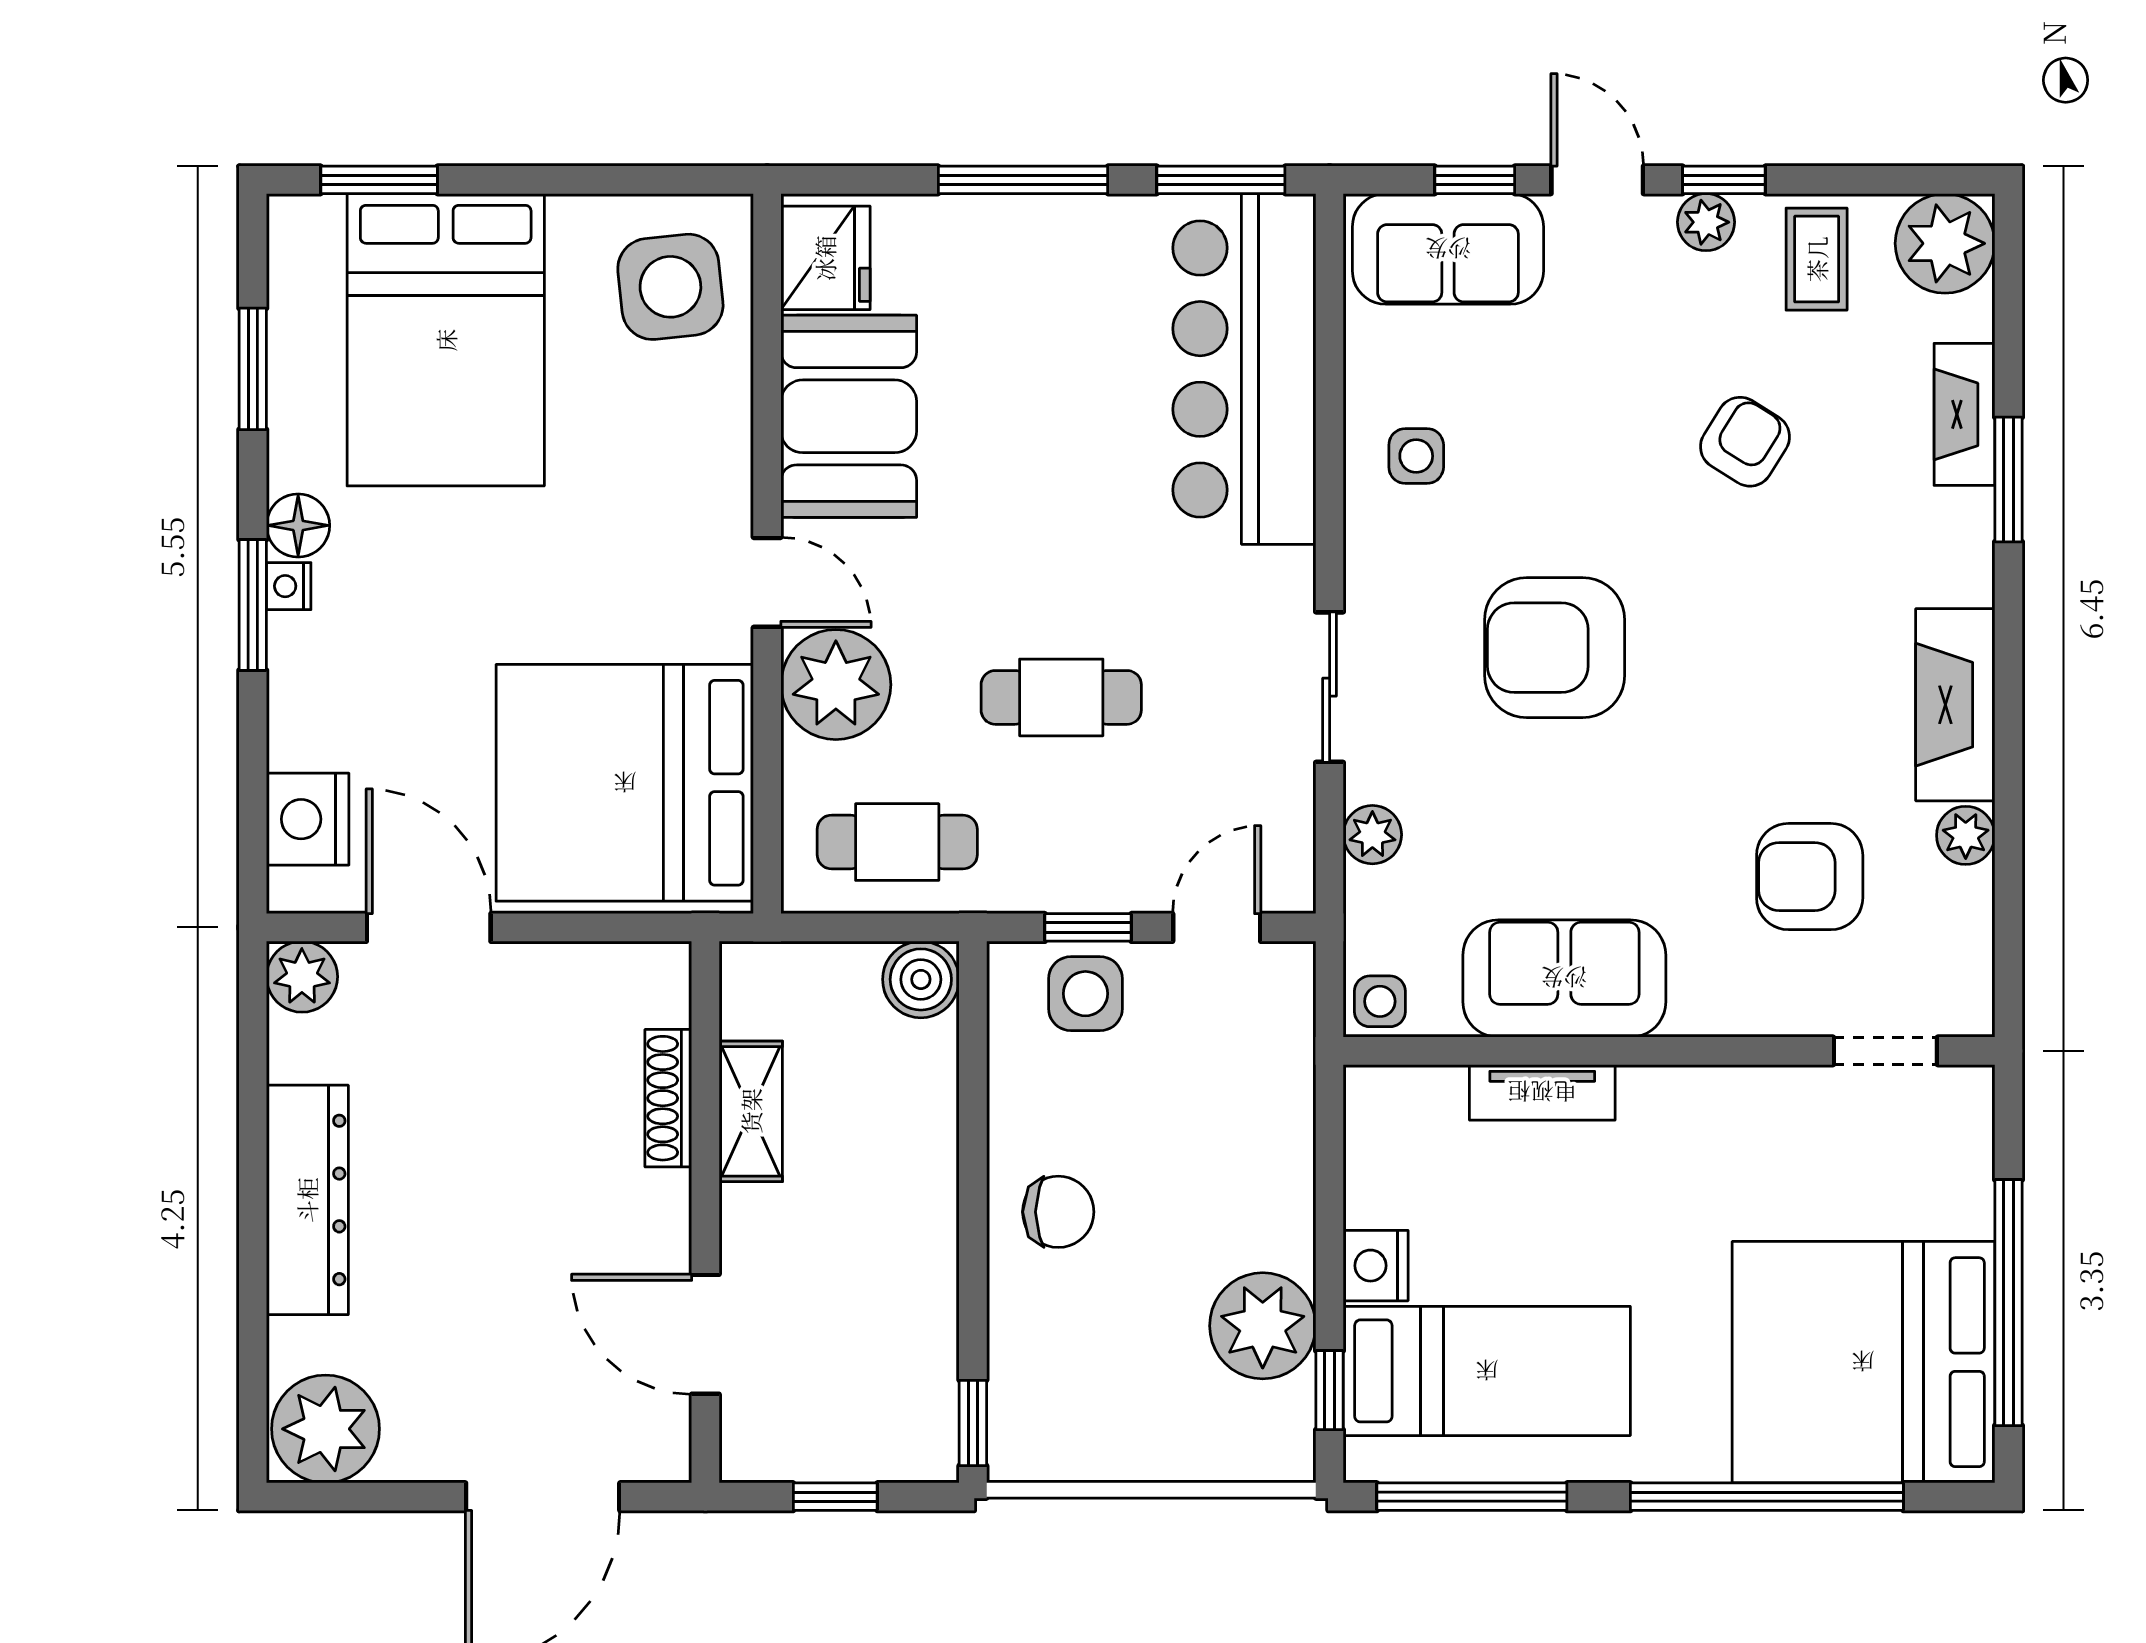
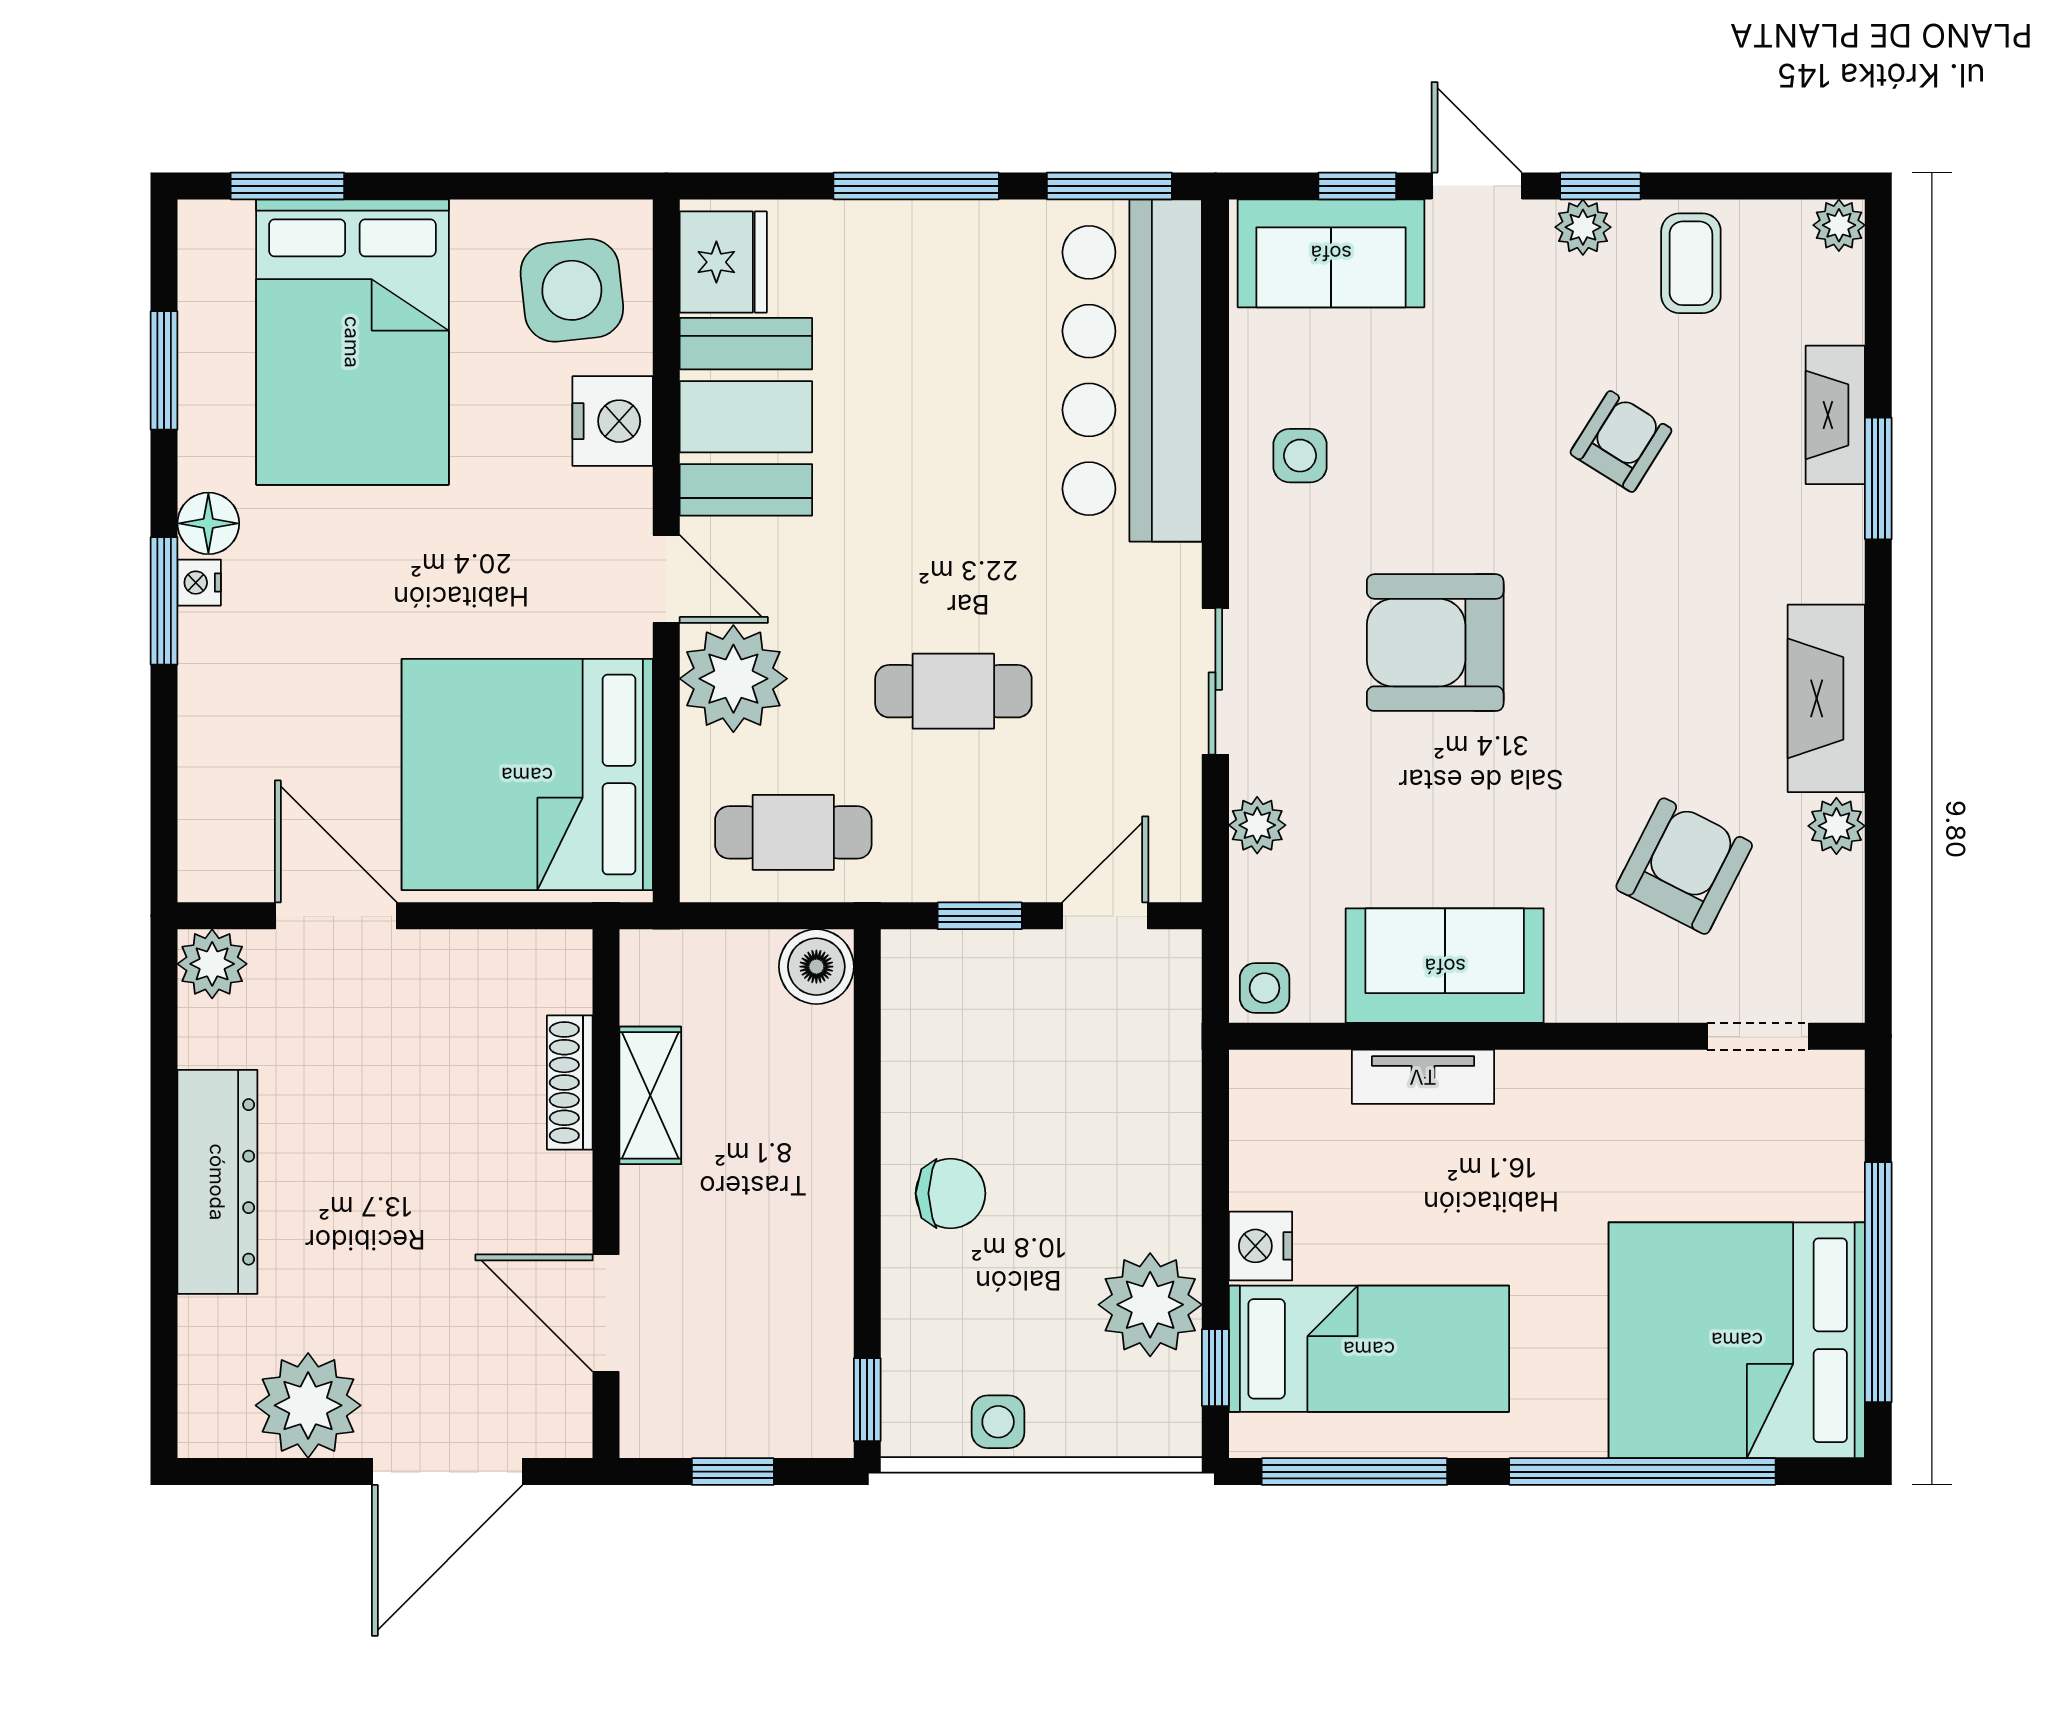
plant: (1945, 243) -> (1839, 225), width x0.53, depth x0.53
nightstand: (308, 819) -> (613, 421), moved, turned 180
armchair: (1810, 877) -> (1684, 866), turned 117
side table: (1085, 994) -> (998, 1422), moved, width x0.73, depth x0.73
plant: (326, 1429) -> (308, 1405), moved

